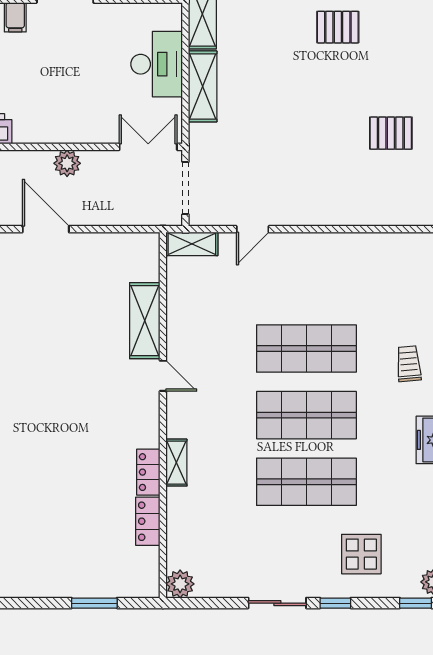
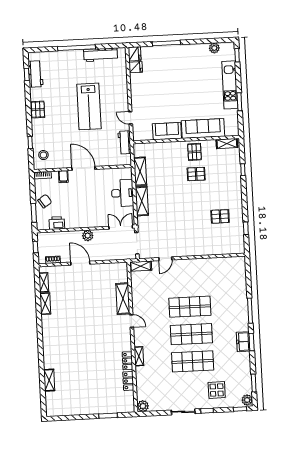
trolley: (409, 364) -> (232, 311), removed

